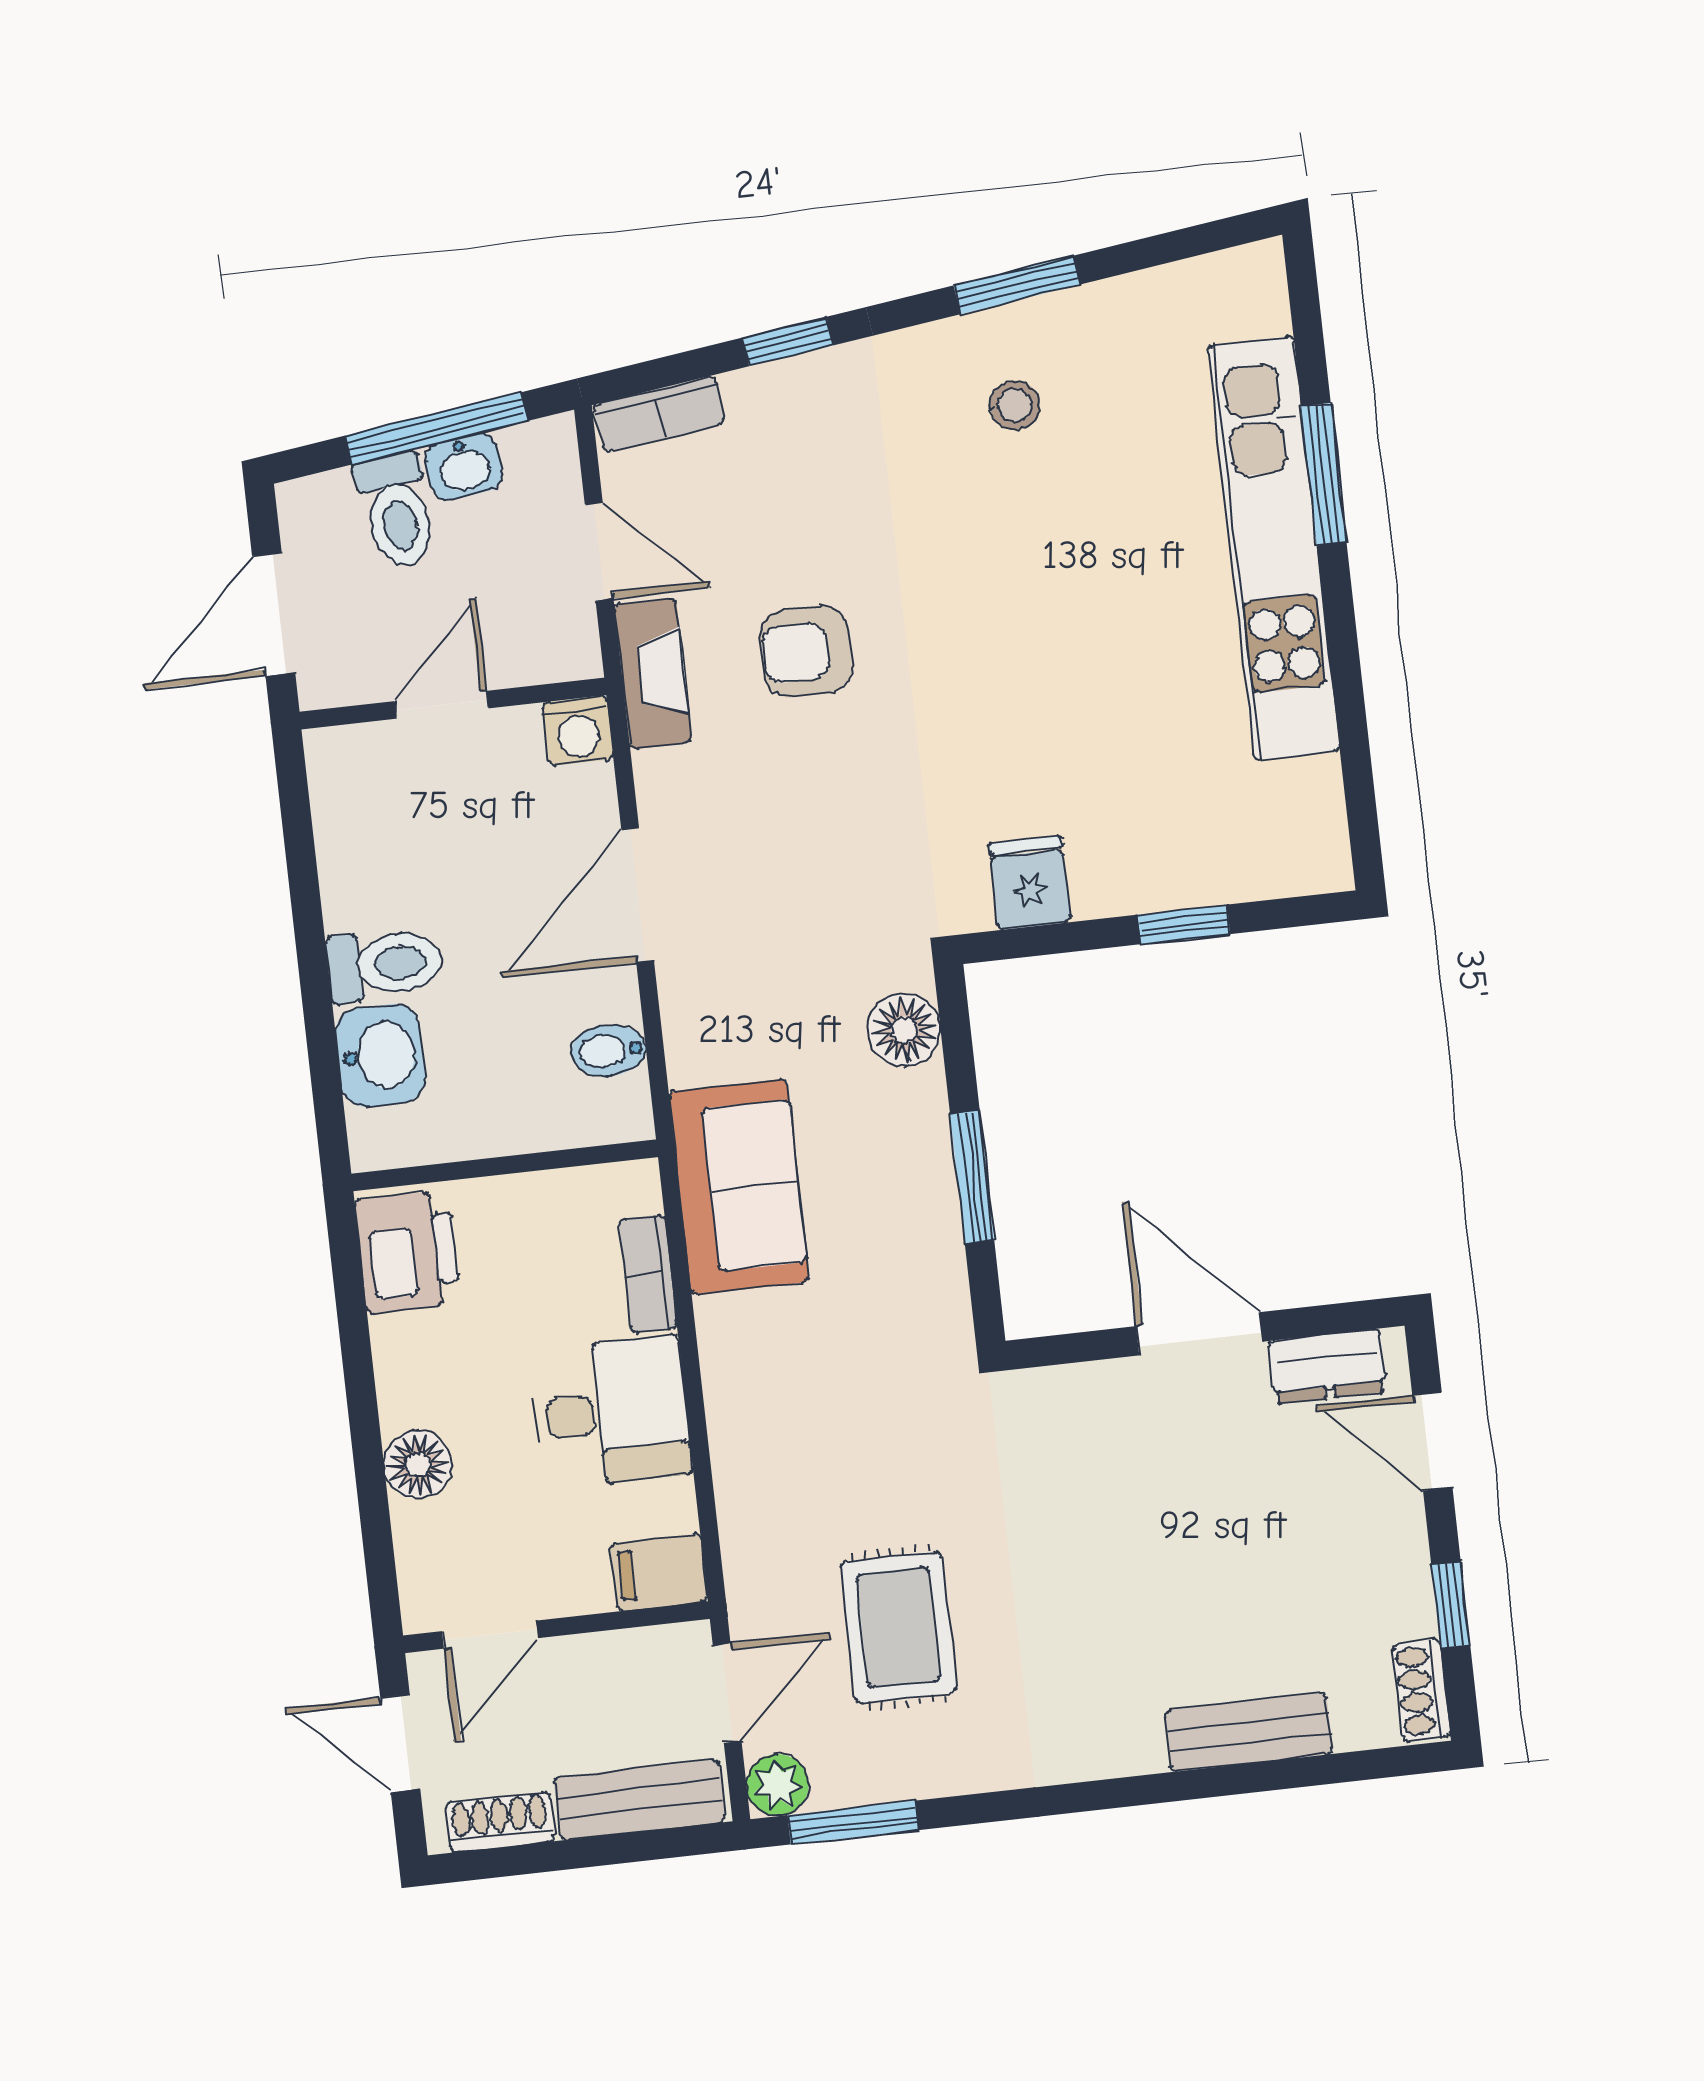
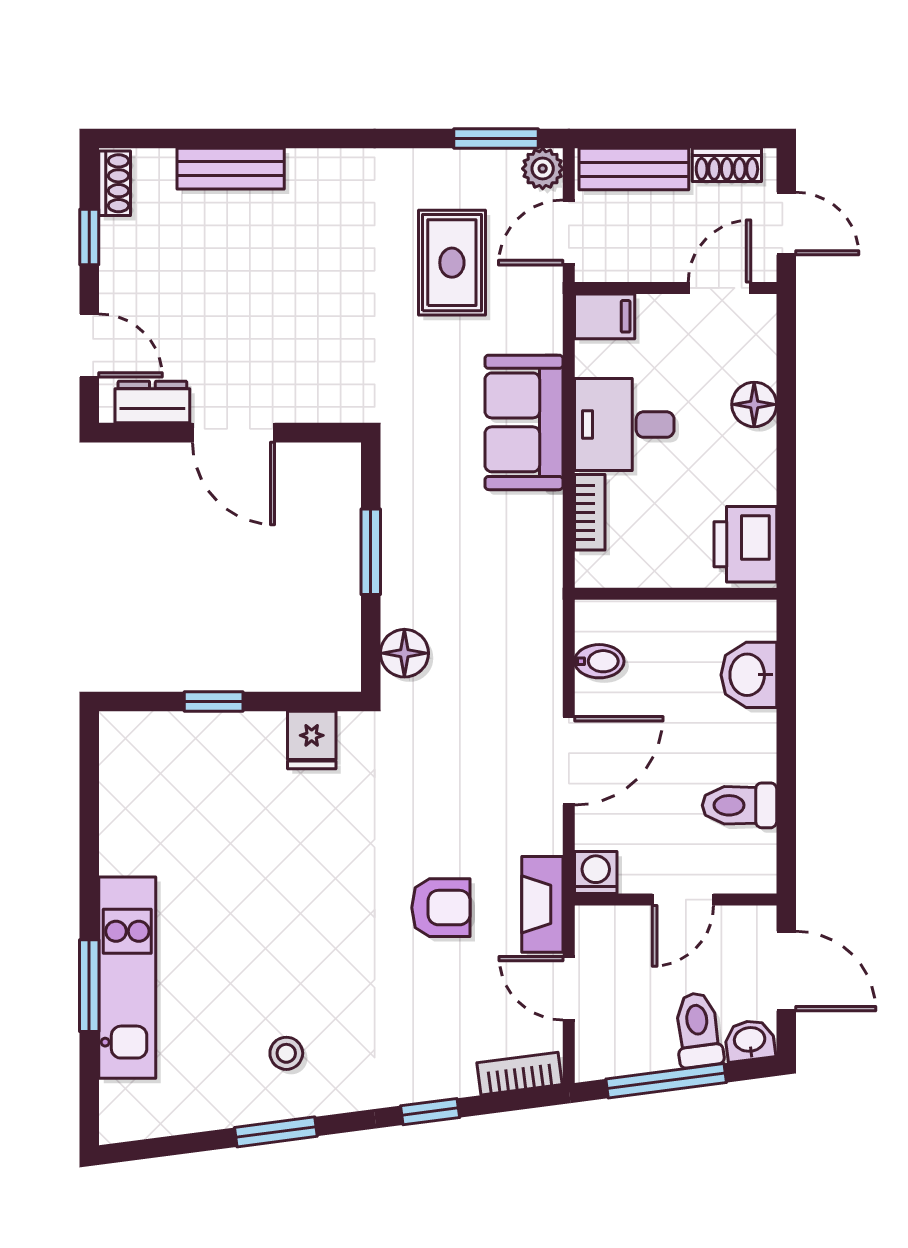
washbasin: (464, 467) -> (750, 1041), moved
kitchen unit: (1274, 548) -> (127, 978), width x0.73
door: (274, 614) -> (786, 971), hinge flipped
toilet: (384, 965) -> (739, 805), moved
sofa: (739, 1187) -> (524, 422), moved

